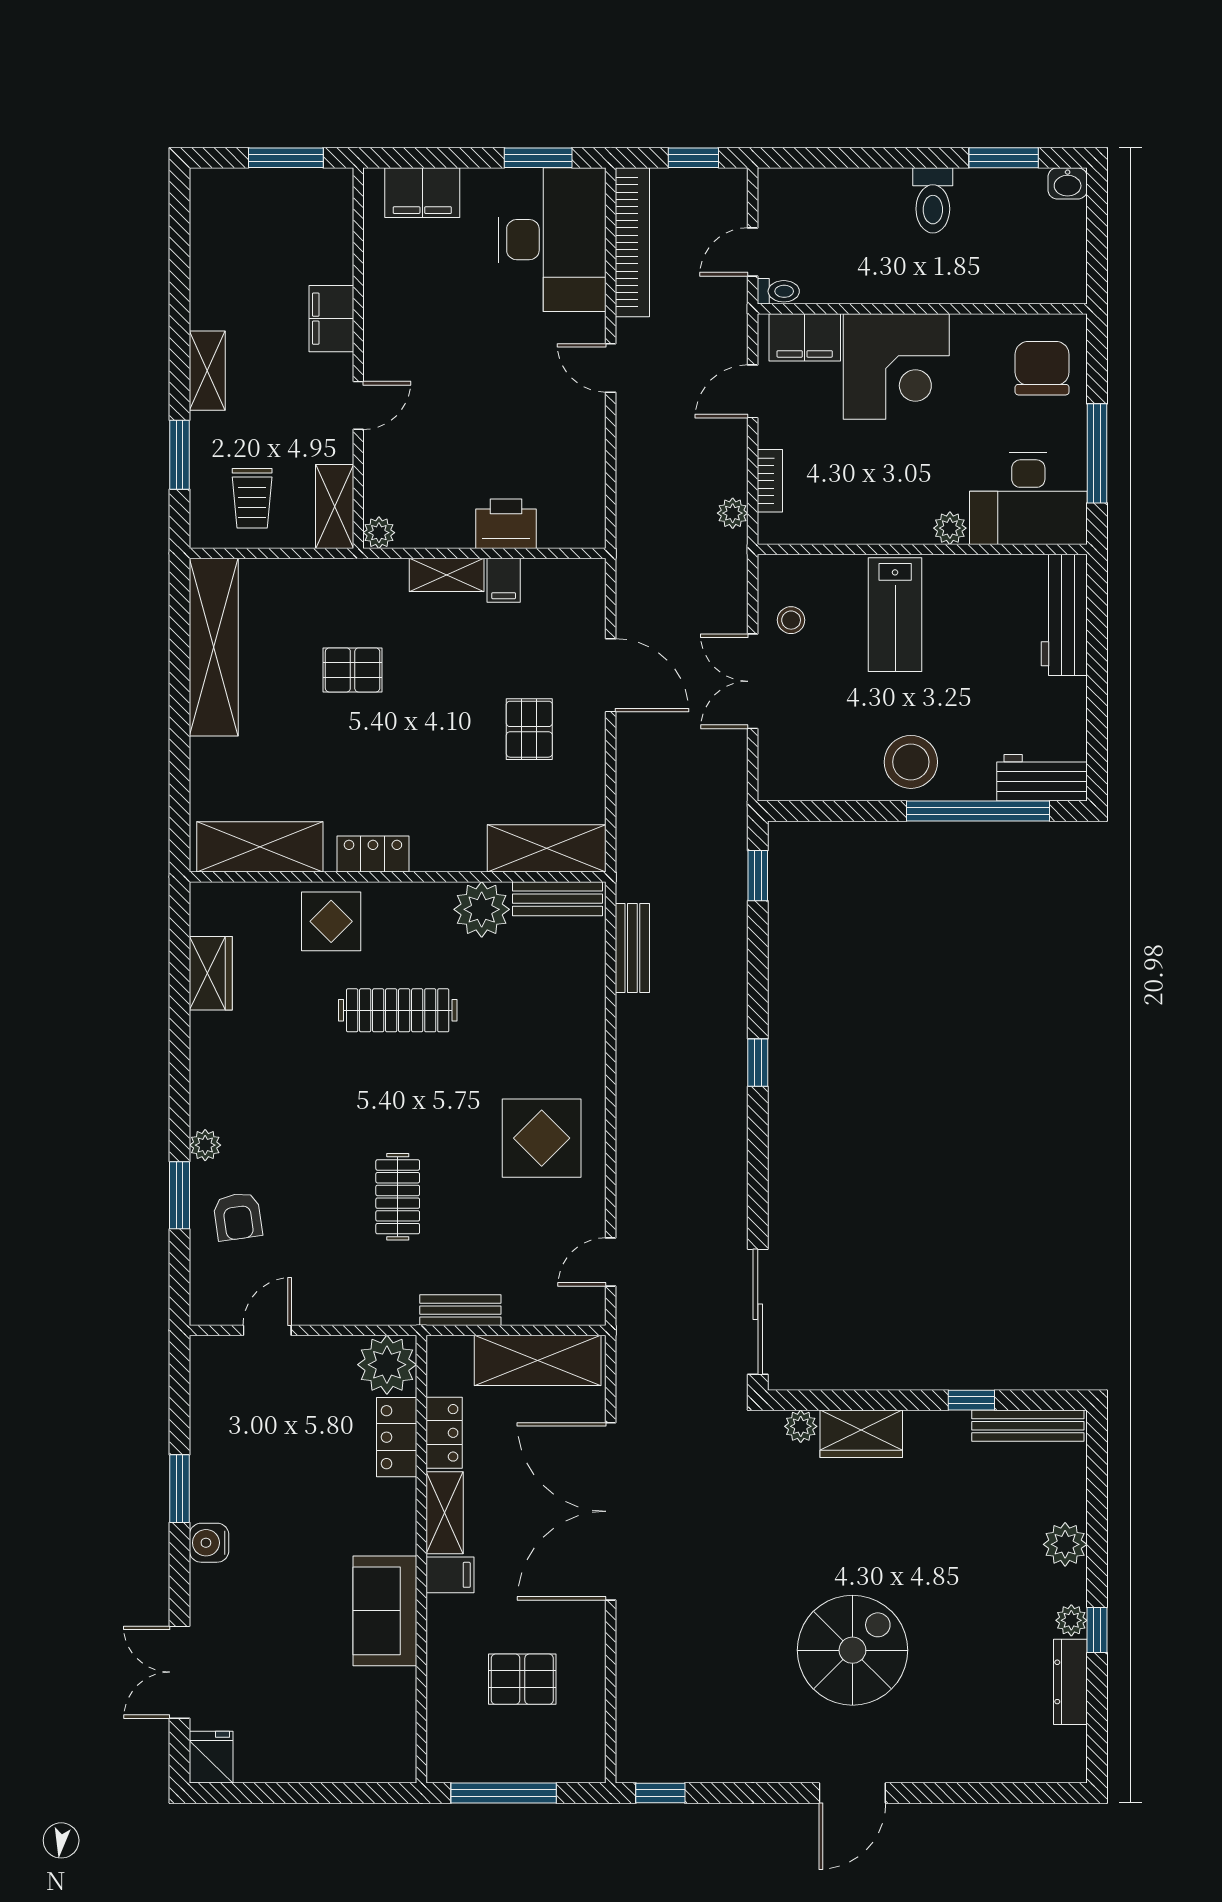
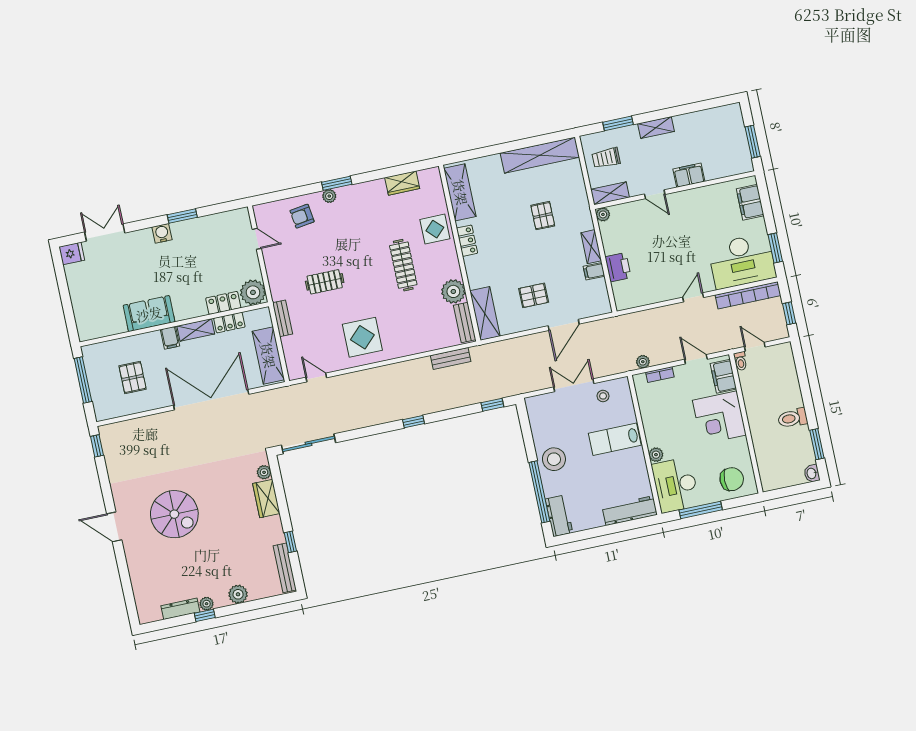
window: (180, 1195) -> (337, 183), moved

